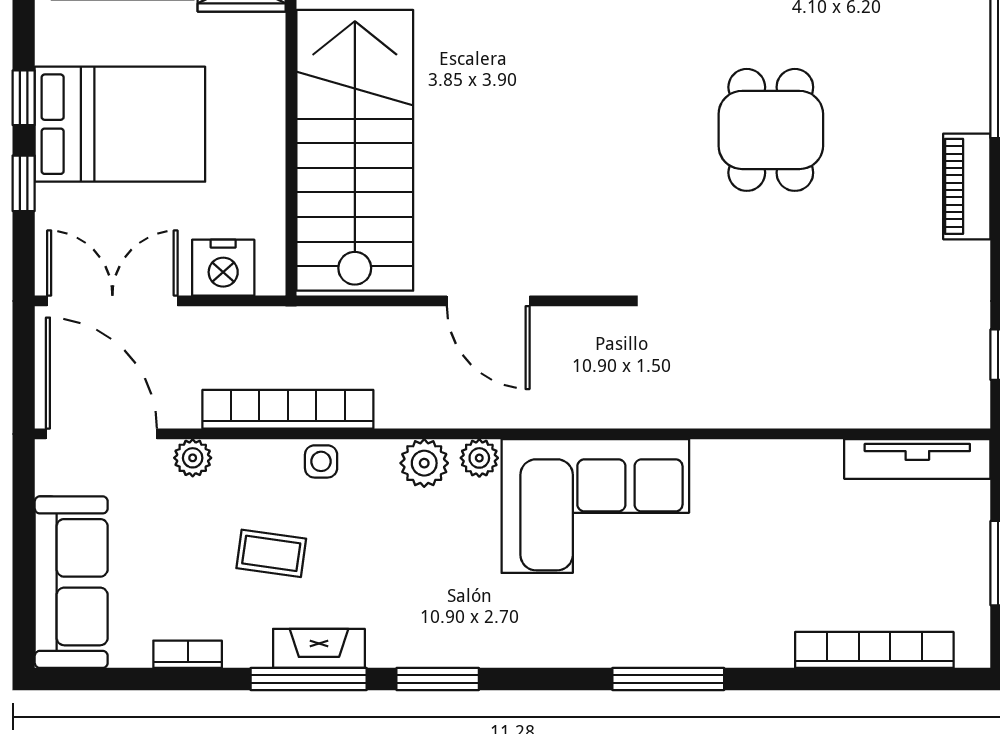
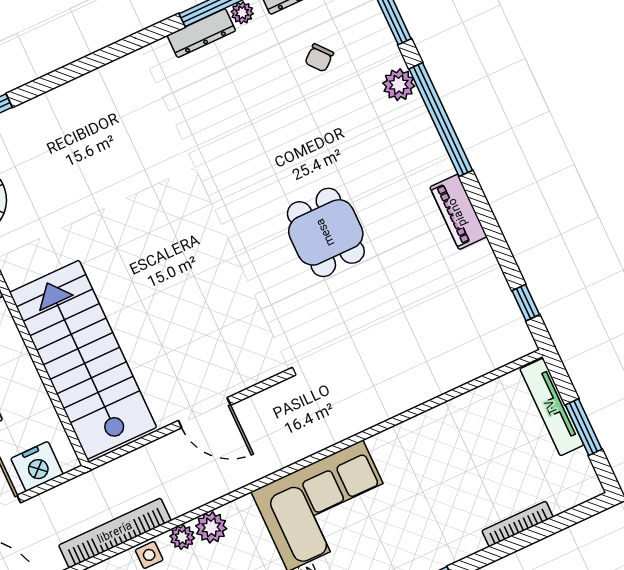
plant: (479, 458) -> (182, 537), moved
tv unit: (917, 459) -> (552, 407), moved, turned 90
bookcase: (874, 650) -> (518, 524), width x0.68, depth x0.76

